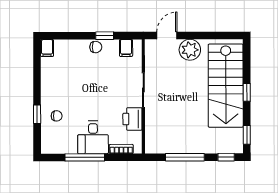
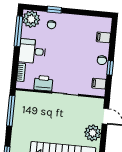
filing cabinet: (47, 48) -> (103, 37), moved
plant: (52, 143) -> (31, 19), added
window: (85, 157) -> (18, 31), moved
window: (185, 157) -> (11, 111), moved

